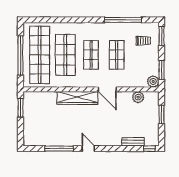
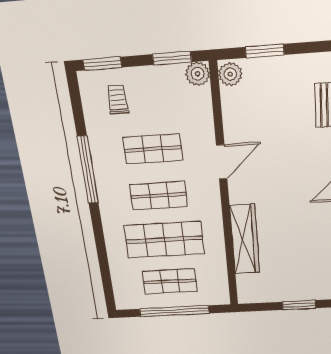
window: (123, 20) -> (88, 170), moved
shop shelf: (40, 55) -> (170, 281), width x0.50, depth x0.74
plant: (138, 97) -> (230, 74), moved
wardrobe: (77, 98) -> (245, 239), moved
window: (20, 108) -> (299, 305), moved

